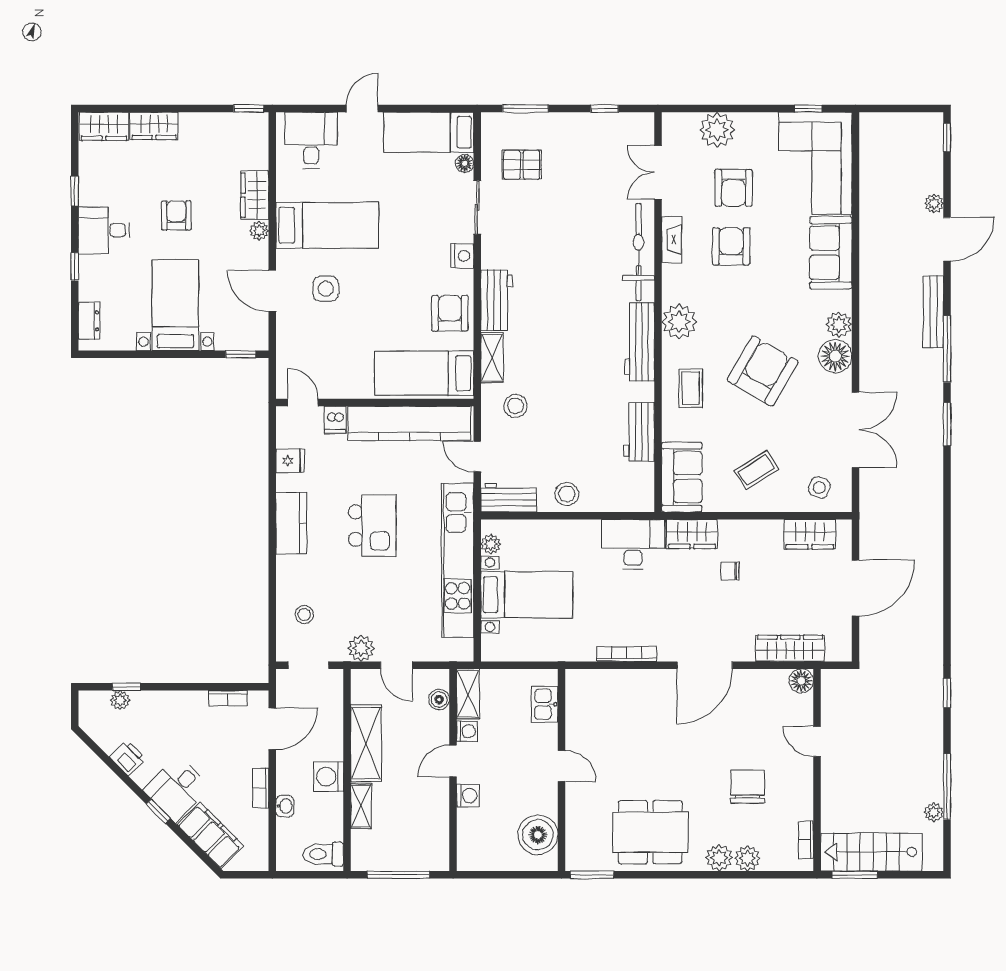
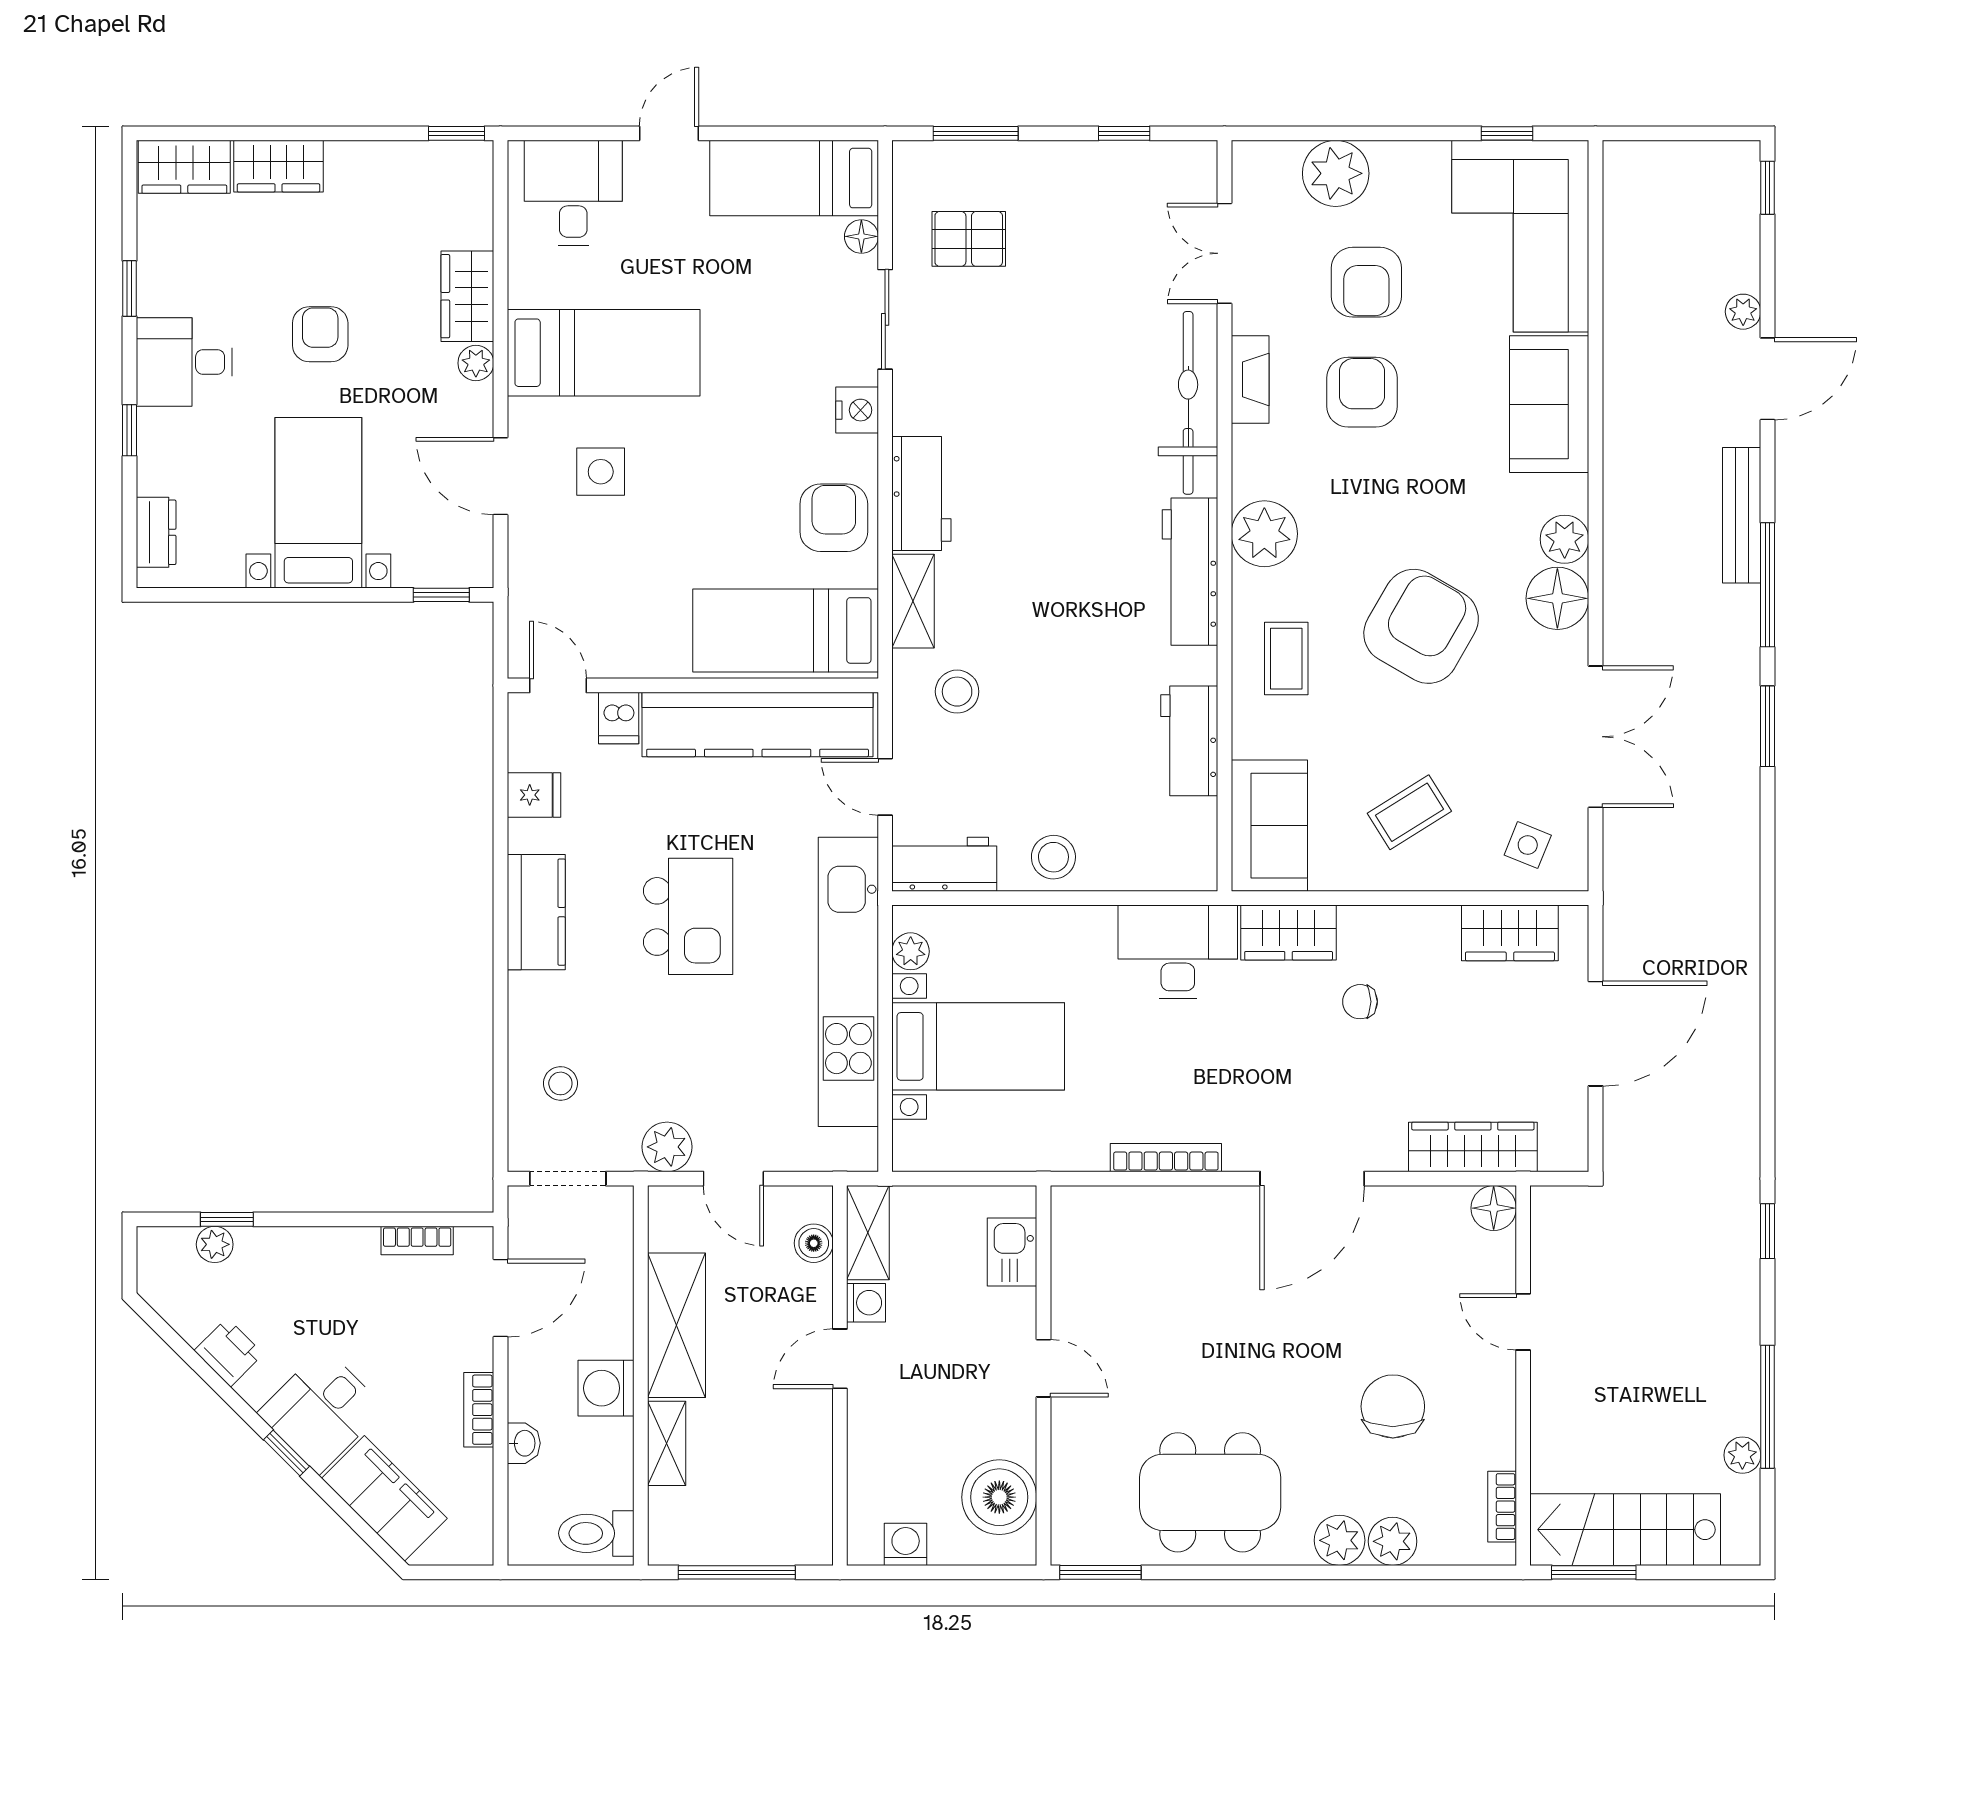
washing machine: (468, 796) -> (906, 1544), moved, turned -90

